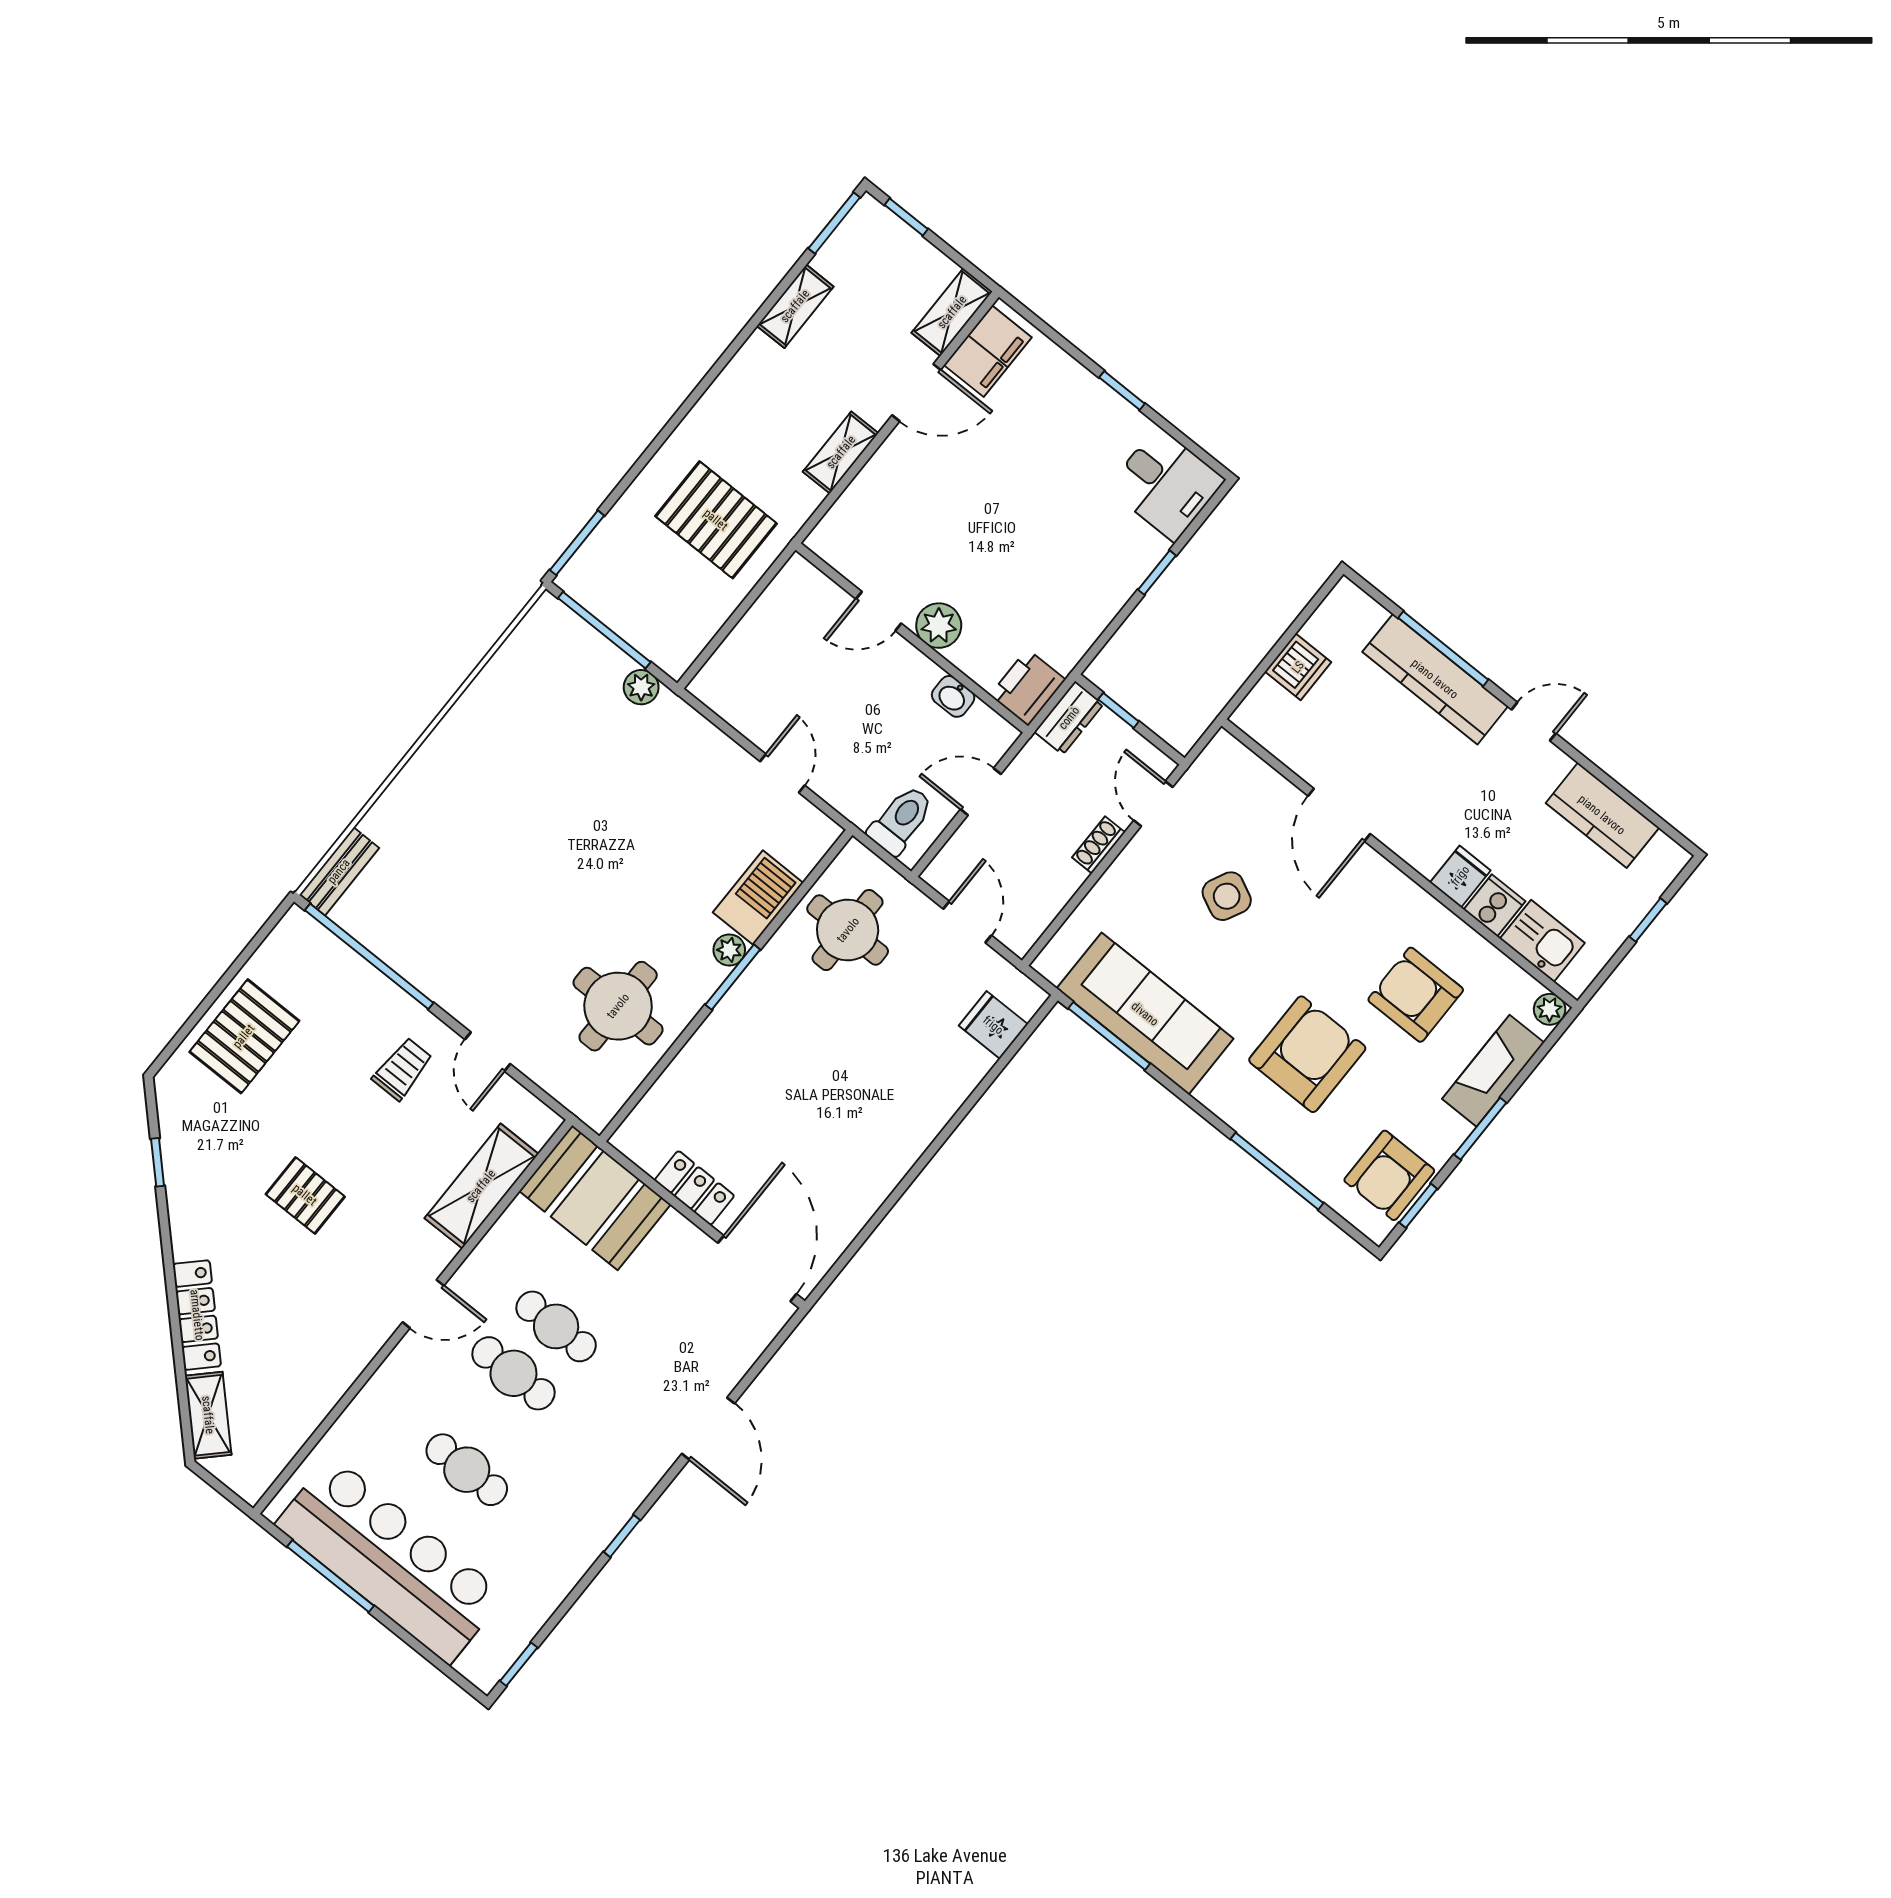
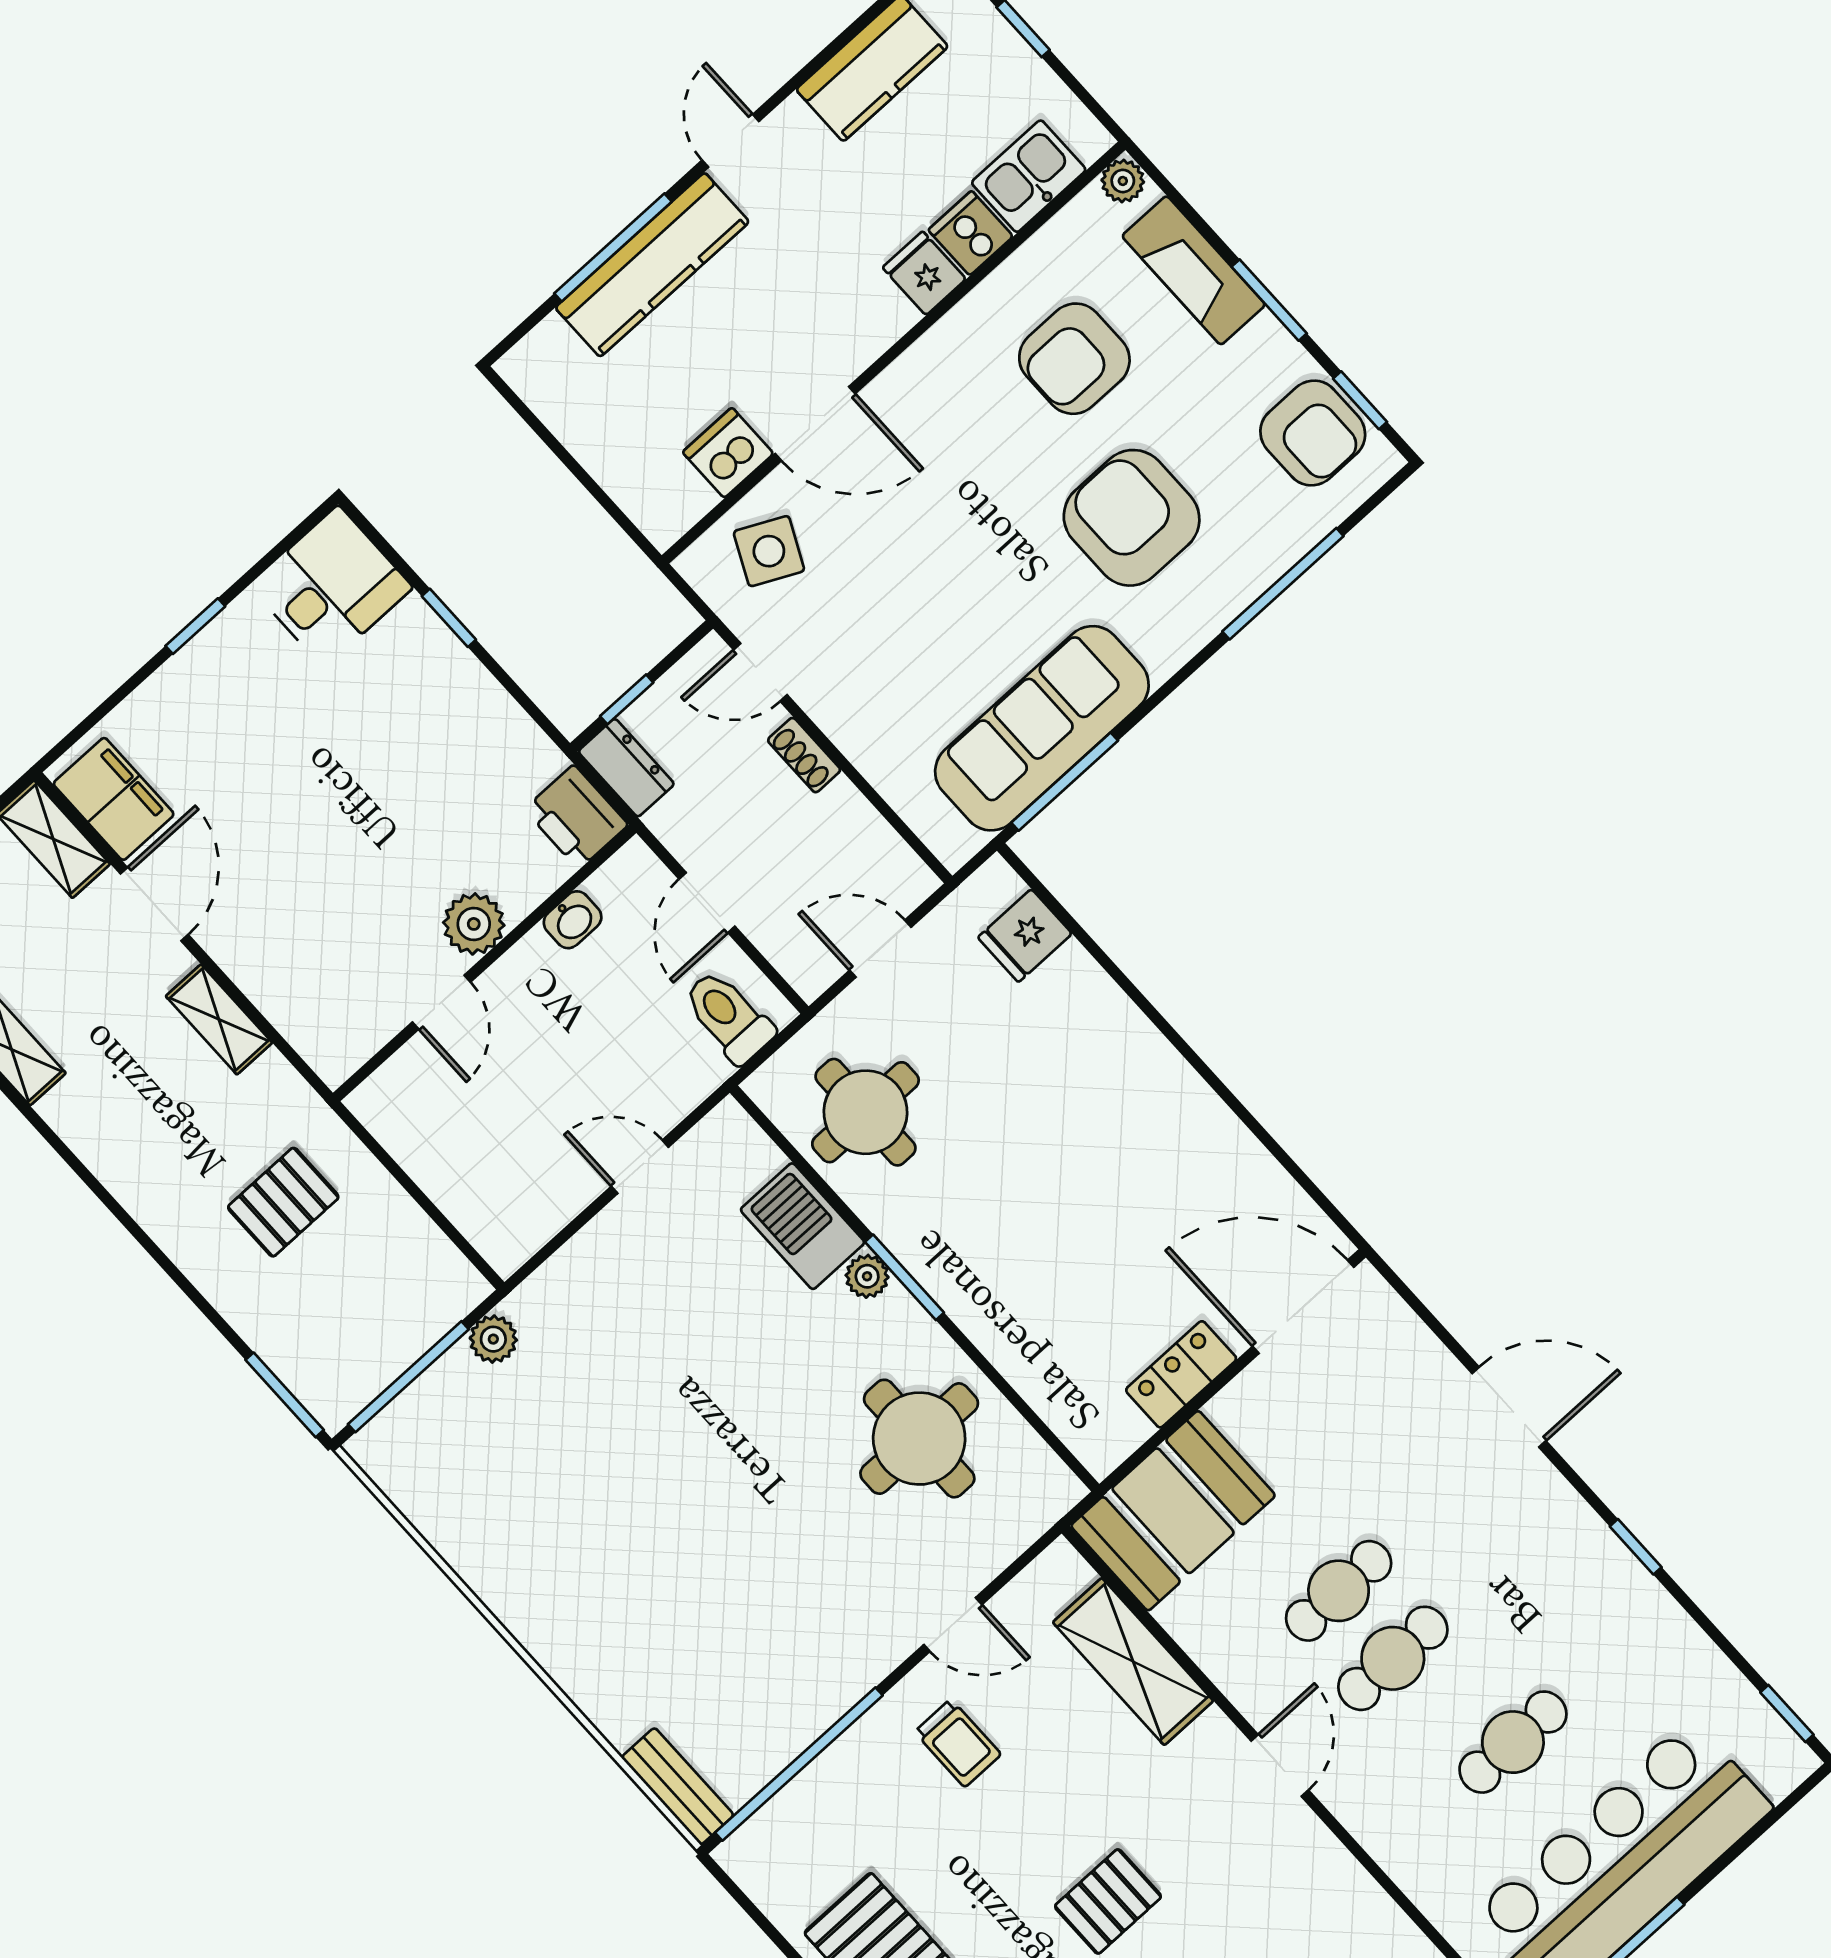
pallet: (716, 520) -> (283, 1202), width x0.67, depth x0.71
dishwasher: (1298, 667) -> (728, 453), moved, turned -90
side table: (1227, 896) -> (769, 551), moved
trolley: (402, 1069) -> (958, 1743), turned 180

